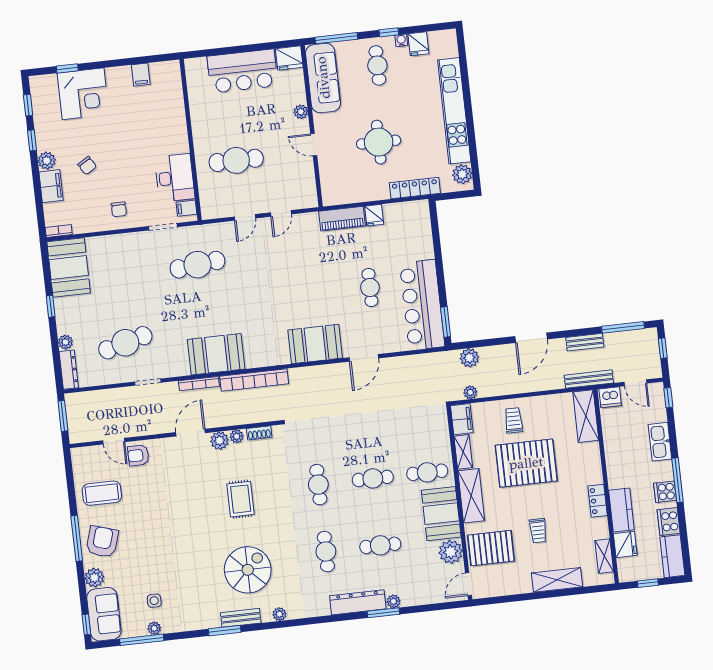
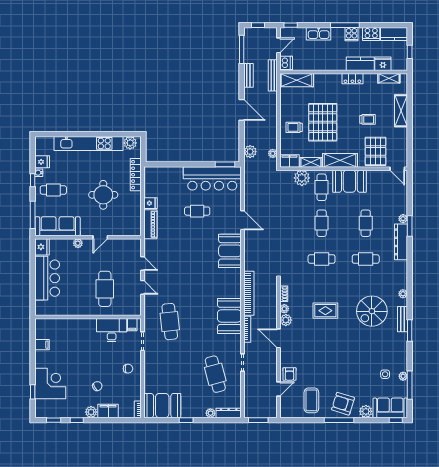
plant: (451, 552) -> (302, 178), moved
spiral stairs: (248, 570) -> (372, 311), turned -90

